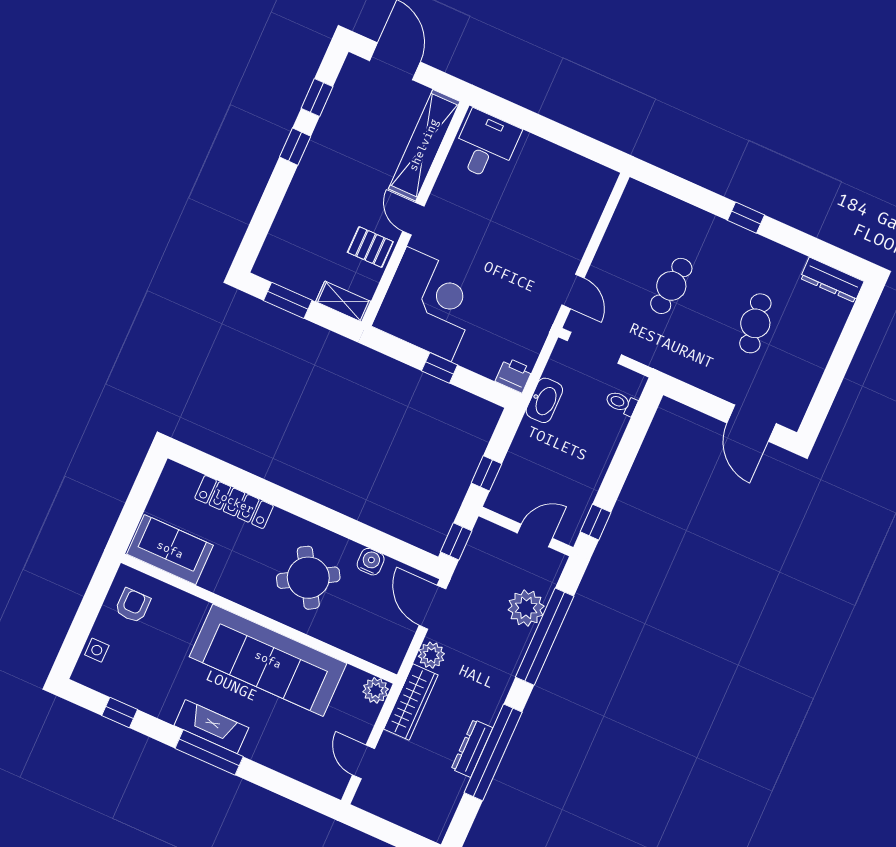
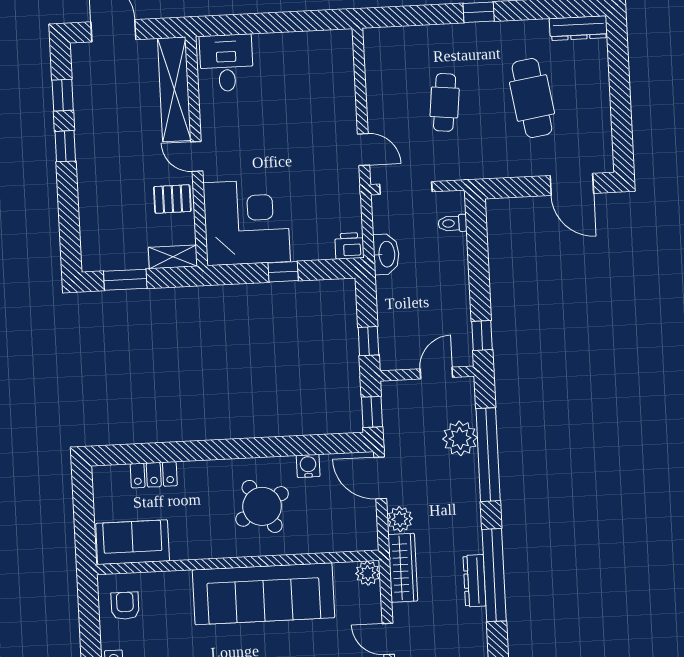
cafe table: (755, 323) -> (532, 98), width x1.37, depth x1.35
locker: (234, 502) -> (154, 475), width x0.66

